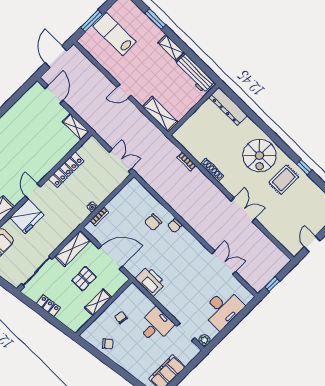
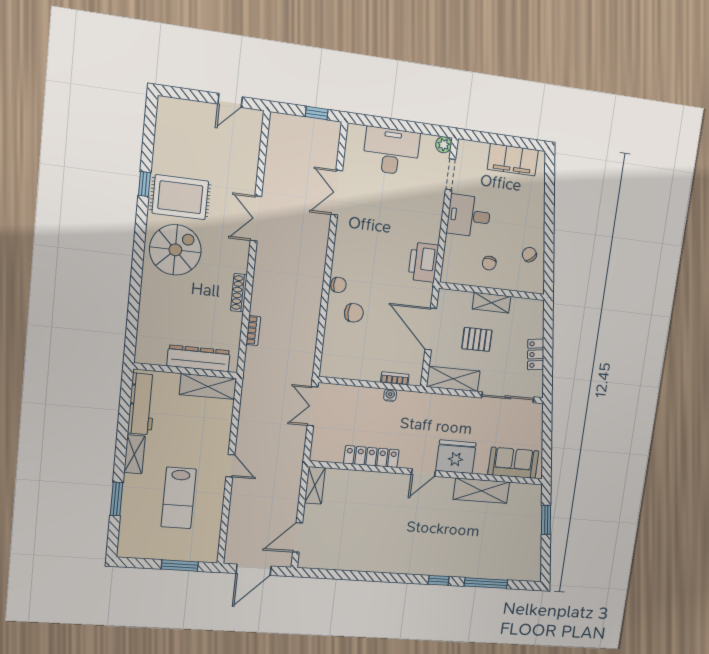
lab bench: (114, 34) -> (179, 498), moved
dresser: (228, 106) -> (198, 358), moved, turned -90
shelving: (160, 114) -> (208, 386), moved, turned 90
rug: (284, 180) -> (180, 197), width x1.36, depth x1.43

